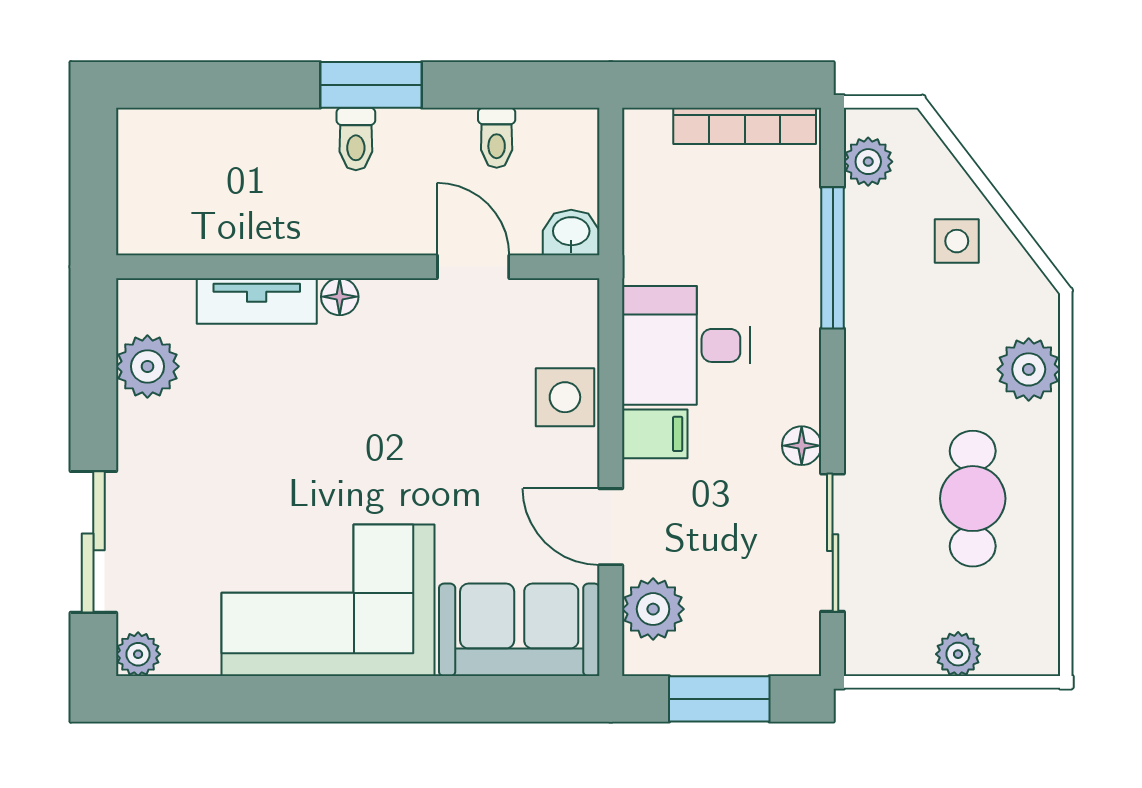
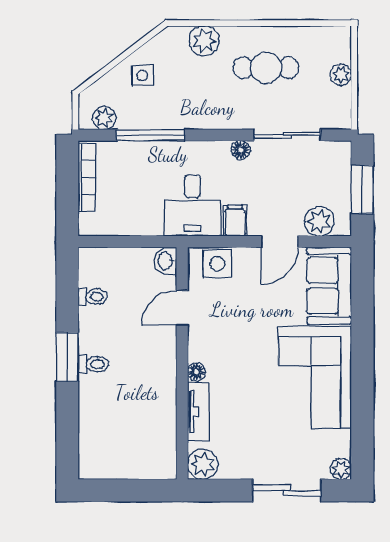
washbasin: (571, 233) -> (166, 261), moved
wall: (358, 267) -> (182, 363), moved
door: (473, 267) -> (182, 308), moved
floor lamp: (340, 297) -> (196, 372), moved
tv unit: (257, 301) -> (198, 412), moved

